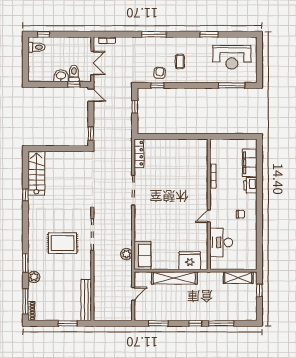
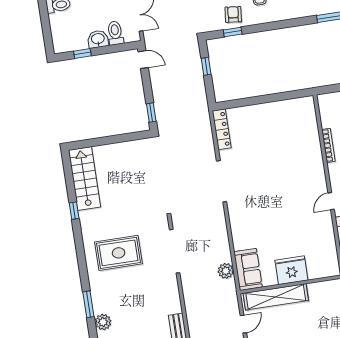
window: (74, 84) -> (82, 53), moved
rug: (63, 243) -> (119, 253), moved
fridge: (190, 261) -> (291, 270), moved
shelving: (174, 278) -> (276, 297), moved

